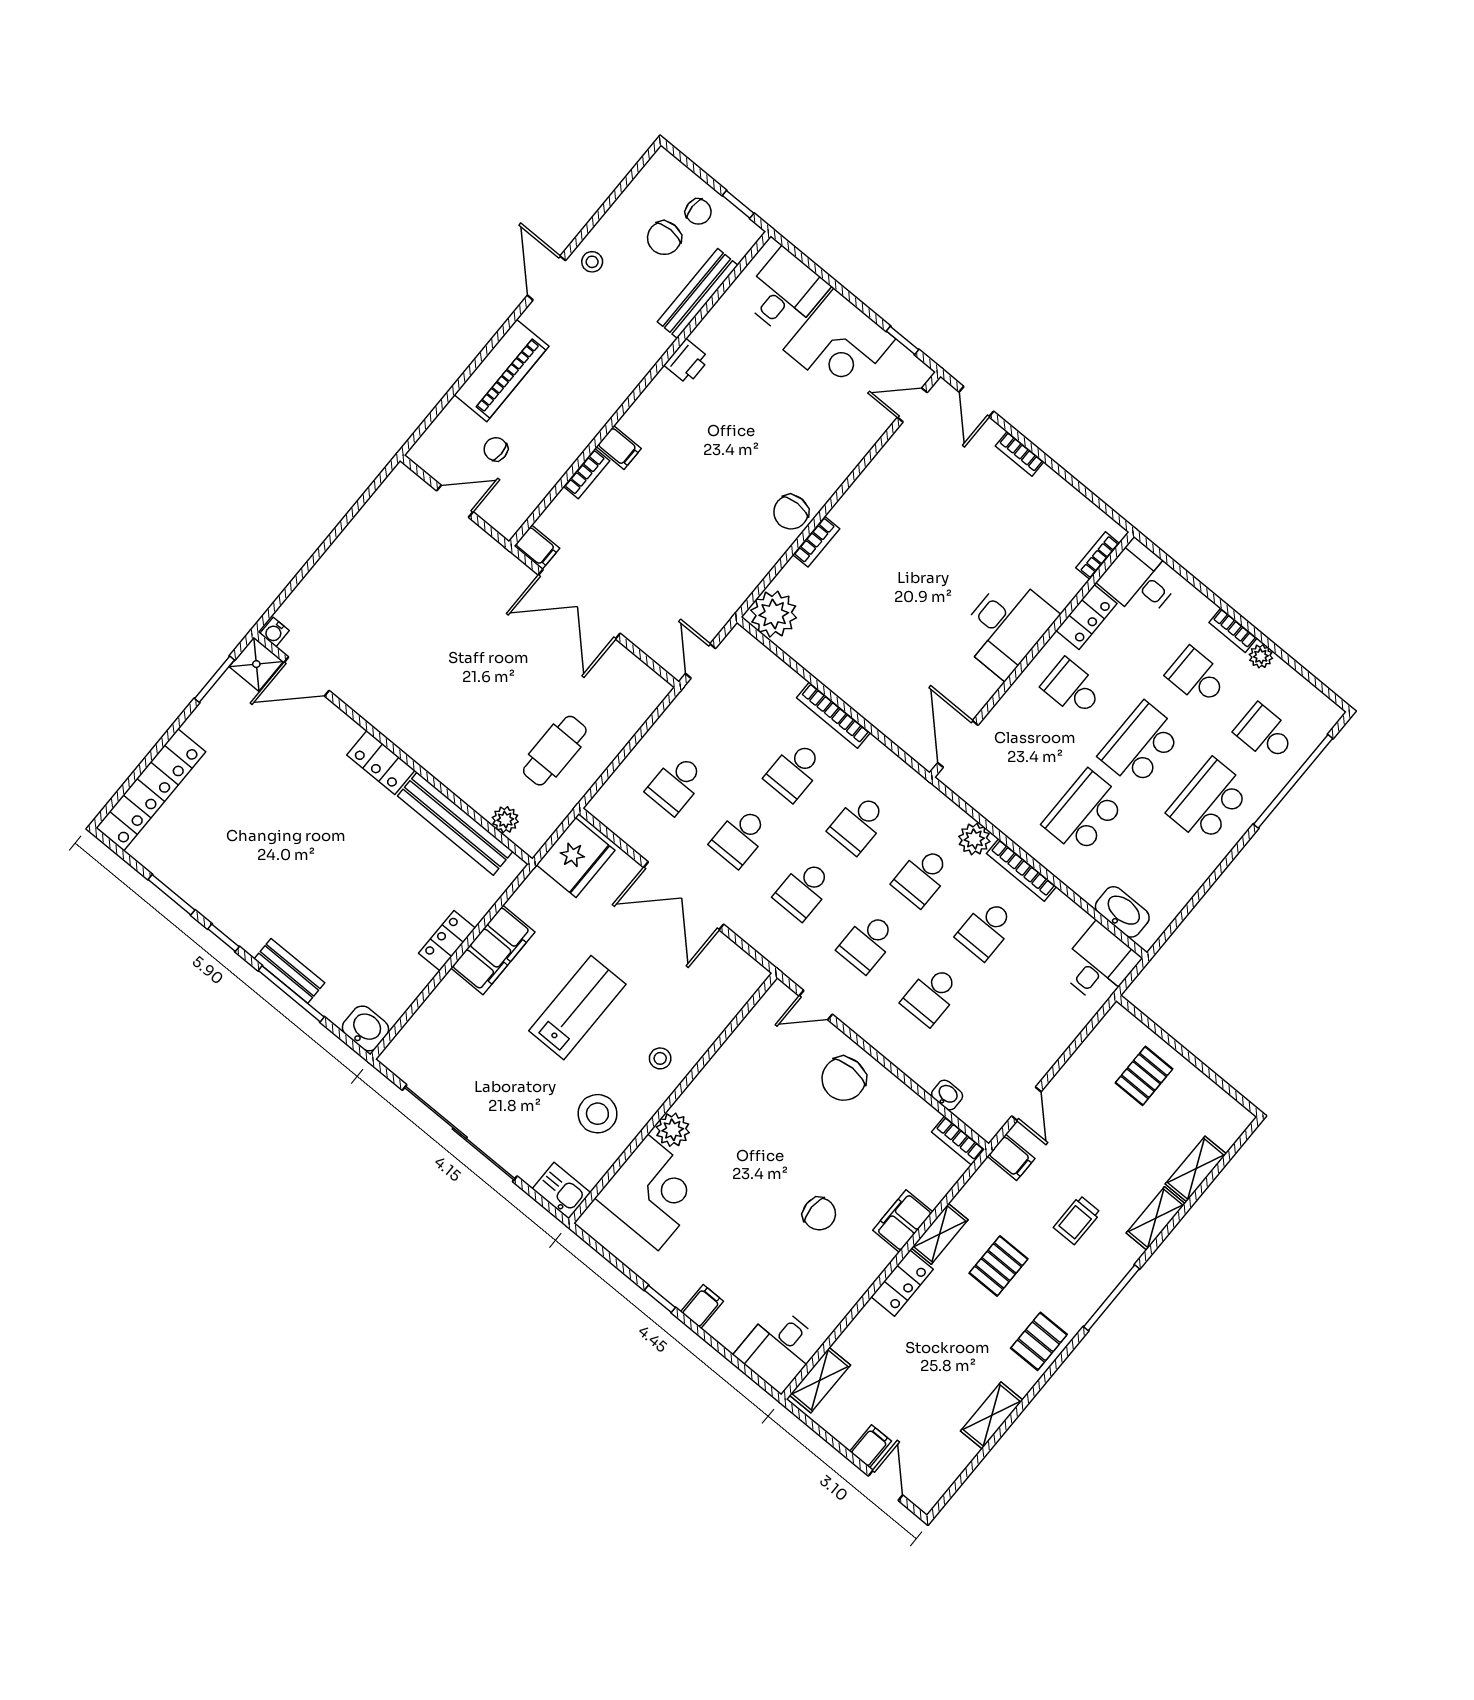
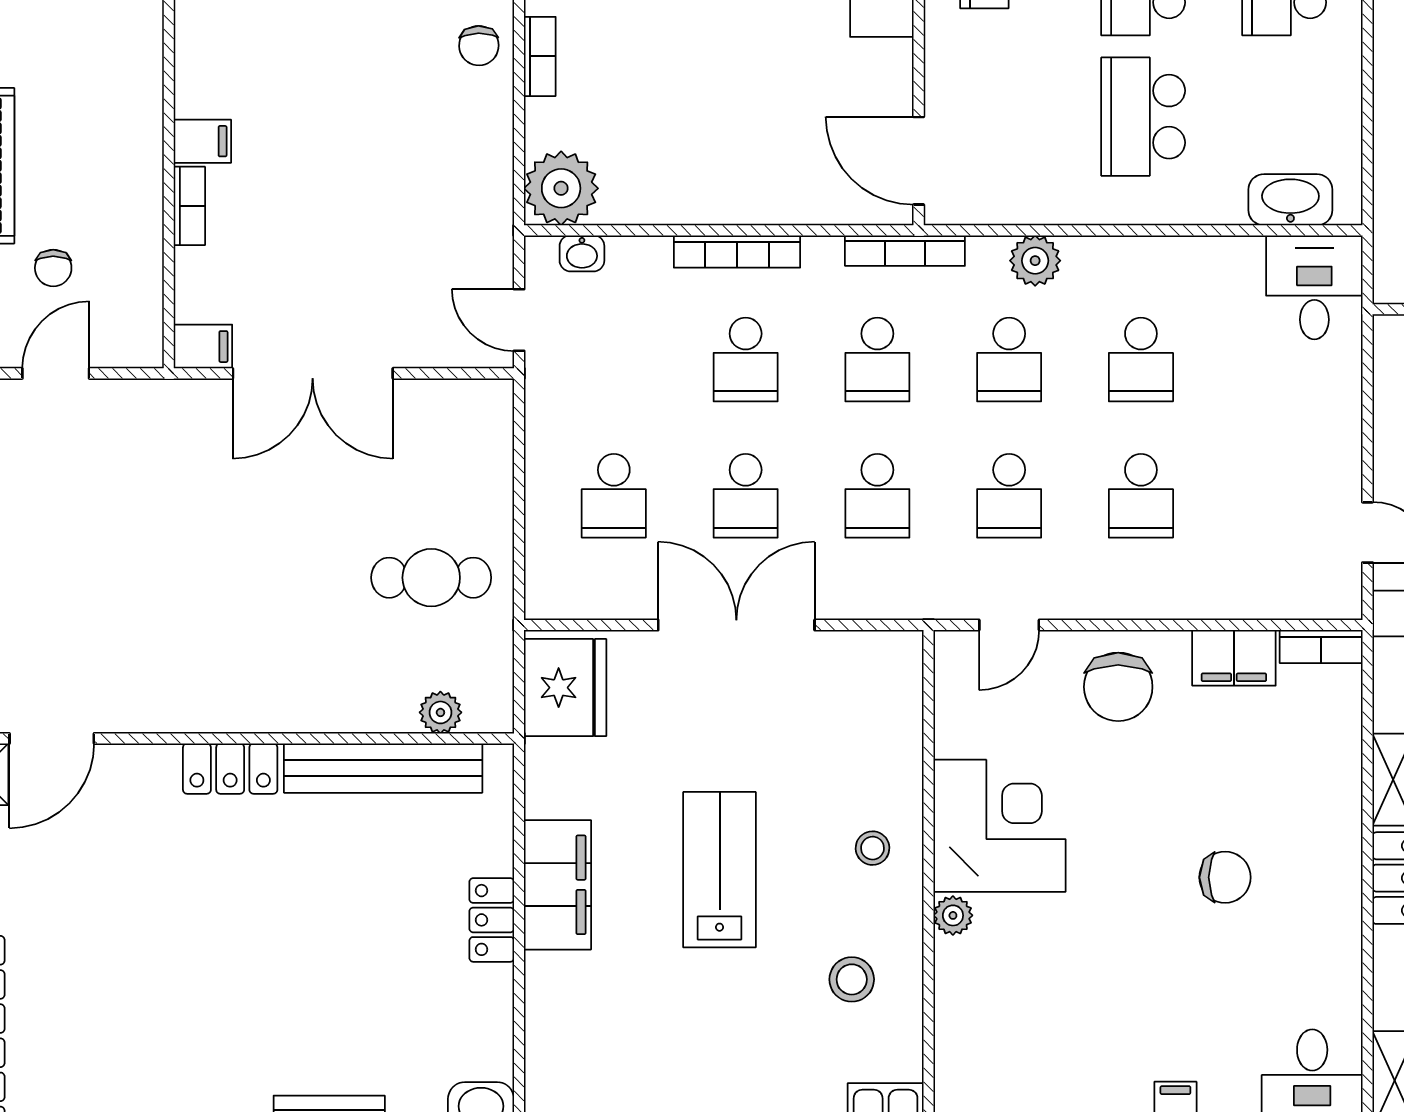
chair: (496, 449) -> (53, 268), turned -90
chair: (791, 512) -> (479, 46), width x0.73, depth x0.73
cafe table: (555, 751) -> (431, 578), turned 90
bookcase: (1022, 870) -> (905, 251), moved
double door: (684, 896) -> (736, 625), swing flipped
washbasin: (947, 1095) -> (582, 253), moved, turned 180
stool: (597, 1114) -> (852, 979), width x0.73, depth x0.73
plant: (673, 1130) -> (953, 915), width x0.73, depth x0.73
corner desk: (653, 1192) -> (999, 826), moved
filing cabinet: (903, 1221) -> (1234, 658), moved, turned -90

